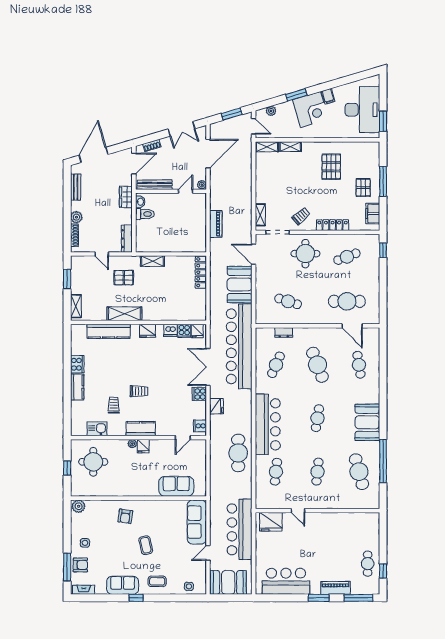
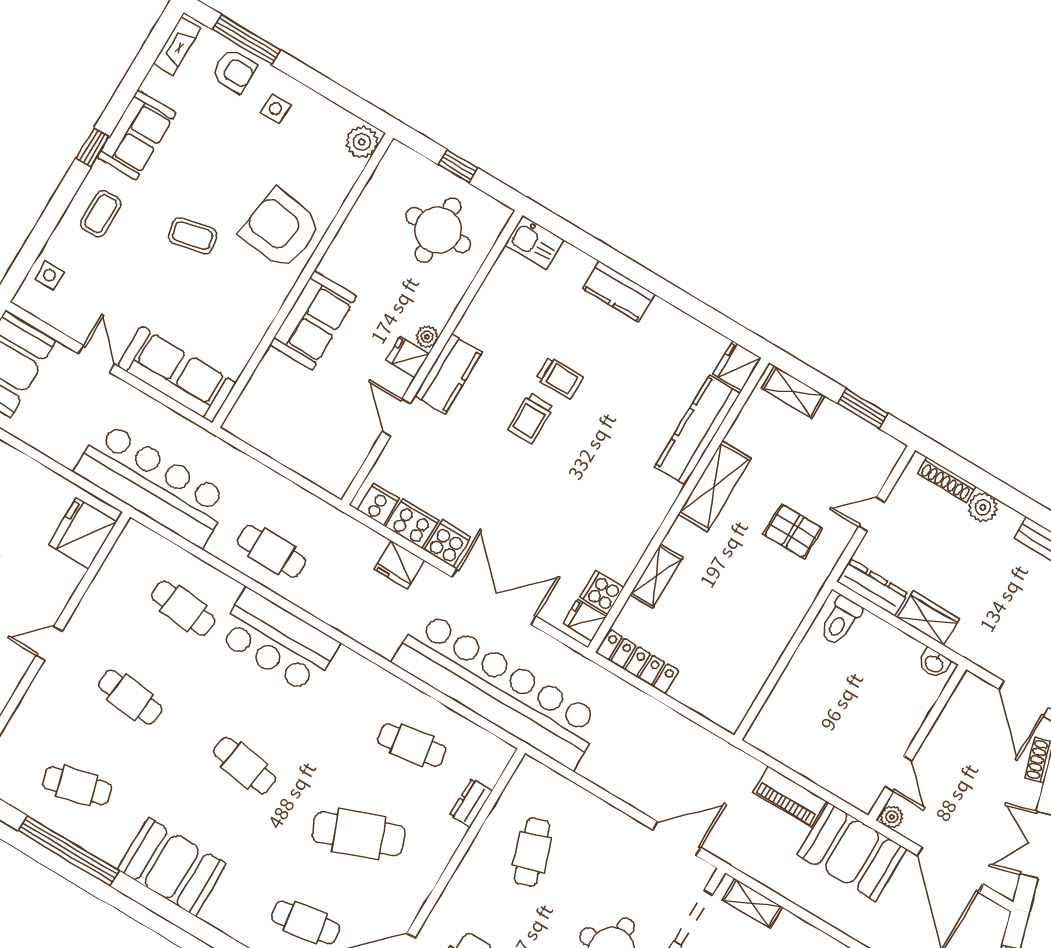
bench: (155, 185) -> (952, 716), removed
wardrobe: (126, 197) -> (928, 618), moved
toilet: (145, 214) -> (840, 621), moved
shelving: (152, 261) -> (656, 576), moved
locker: (201, 272) -> (638, 662), moved
pallet: (124, 278) -> (793, 531), turned 90
booth: (240, 285) -> (852, 852), moved
cafe table: (288, 301) -> (532, 852), turned -36
dishwasher: (170, 330) -> (621, 563), removed
fridge: (148, 331) -> (737, 366), moved
cooker: (77, 364) -> (412, 523), moved, turned 180
cafe table: (276, 365) -> (412, 745), turned -33
trolley: (114, 405) -> (560, 378), moved
bar counter: (268, 424) -> (278, 641), width x0.73
kitchen sink: (97, 429) -> (534, 242), moved, turned 90
door: (183, 438) -> (396, 418), moved
cafe table: (238, 453) -> (272, 551), width x0.73, depth x0.74
cafe table: (359, 472) -> (77, 786), width x0.73, depth x0.74
sofa: (176, 486) -> (313, 320), moved
door: (298, 511) -> (49, 643), moved
armchair: (125, 516) -> (281, 229), width x1.88, depth x1.88
bar counter: (240, 529) -> (153, 484), moved
armchair: (80, 565) -> (234, 71), turned -90

